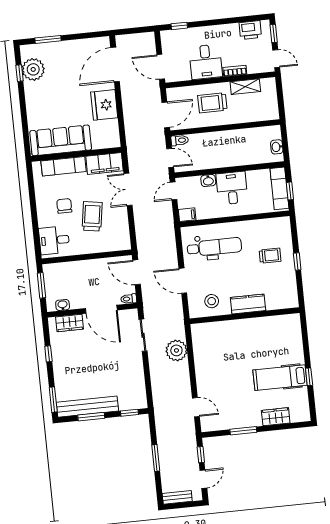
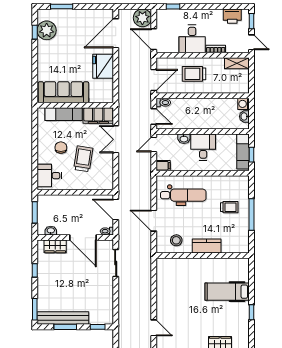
shelving: (245, 87) -> (237, 63), moved
washing machine: (274, 132) -> (243, 104), added
window: (297, 262) -> (252, 215), width x2.17
plant: (176, 350) -> (142, 18), moved
hospital bed: (280, 378) -> (227, 292), moved

